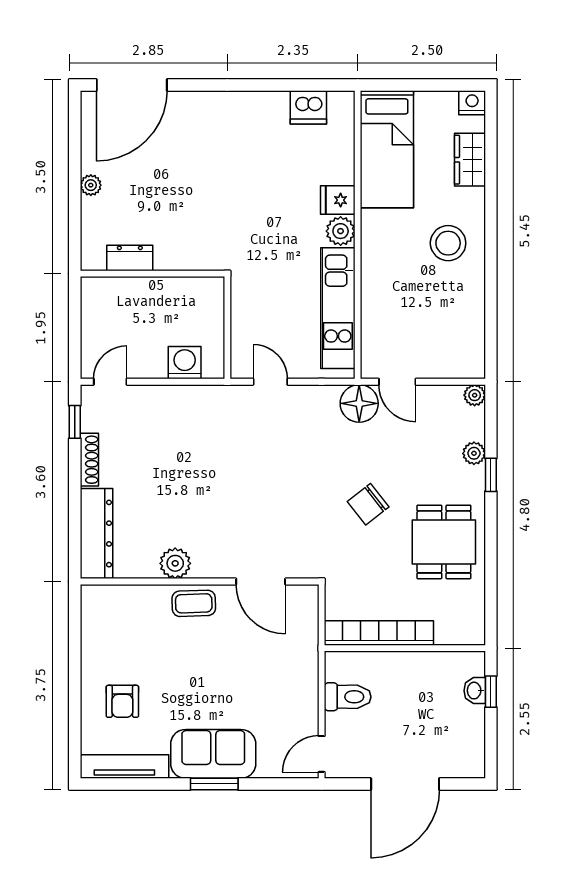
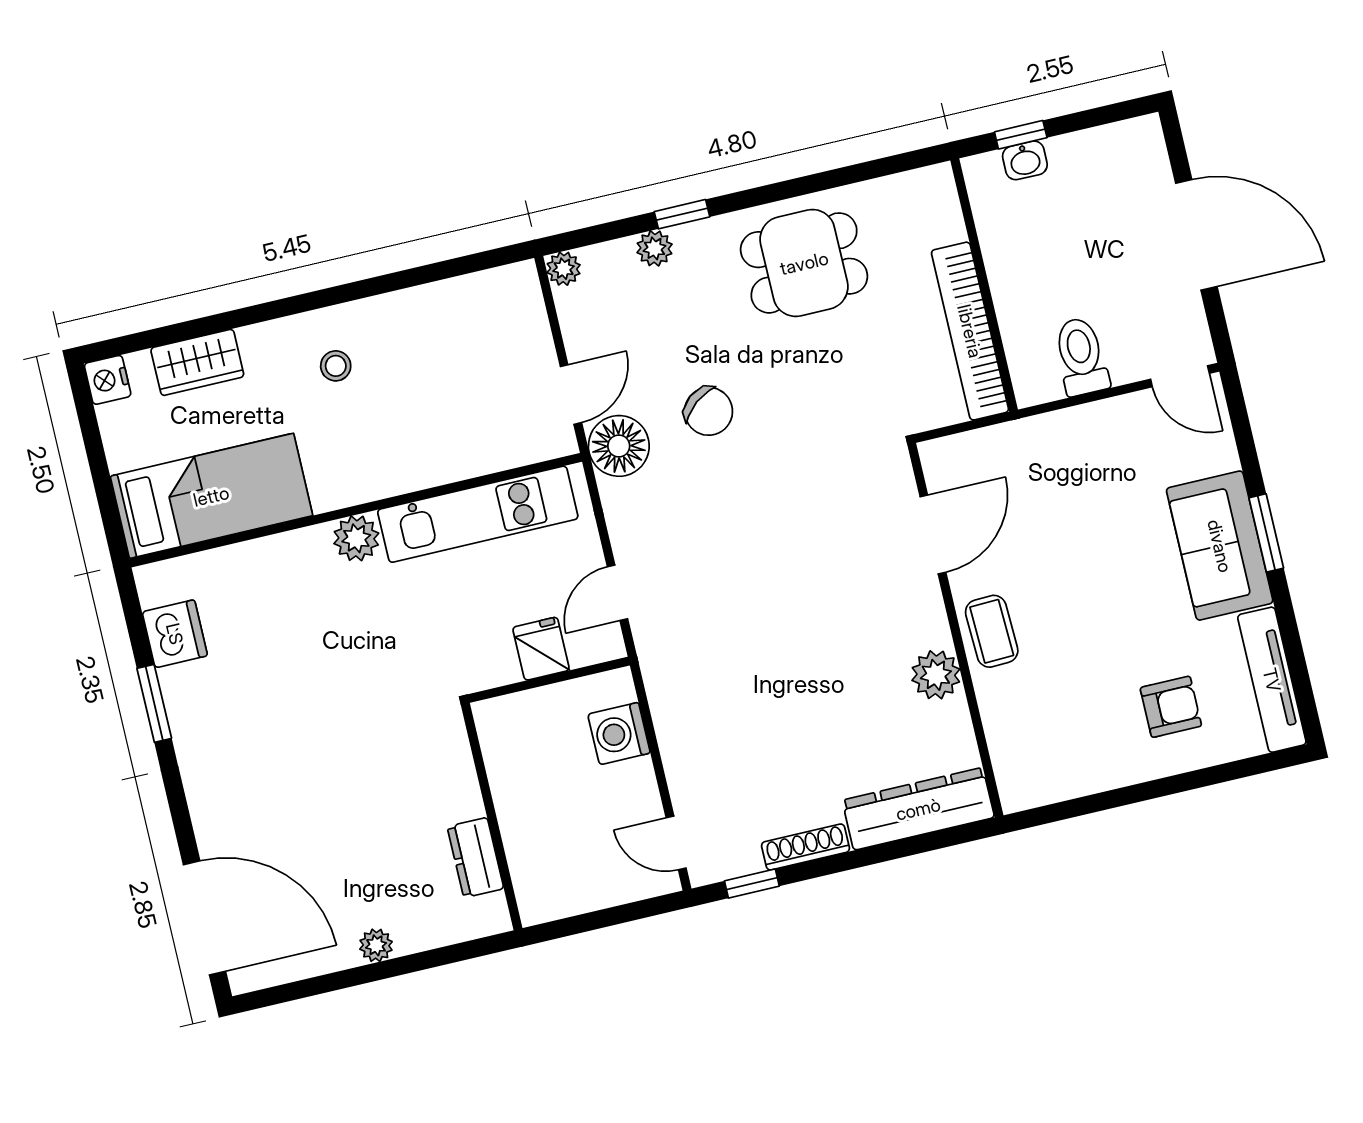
window: (269, 85) -> (154, 703), added
fridge: (338, 200) -> (541, 649), moved, turned 180
stool: (448, 243) -> (336, 366), width x0.53, depth x0.53
chair: (368, 504) -> (709, 411), moved

